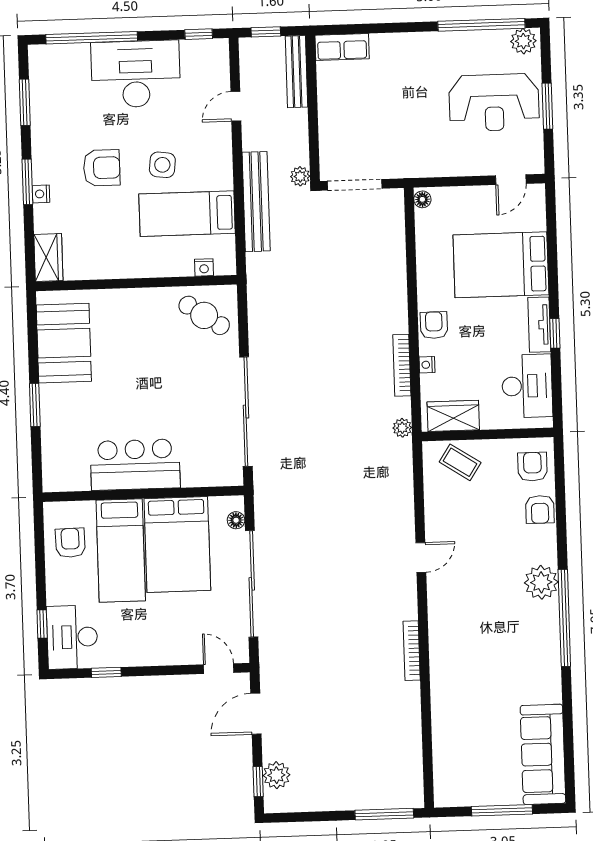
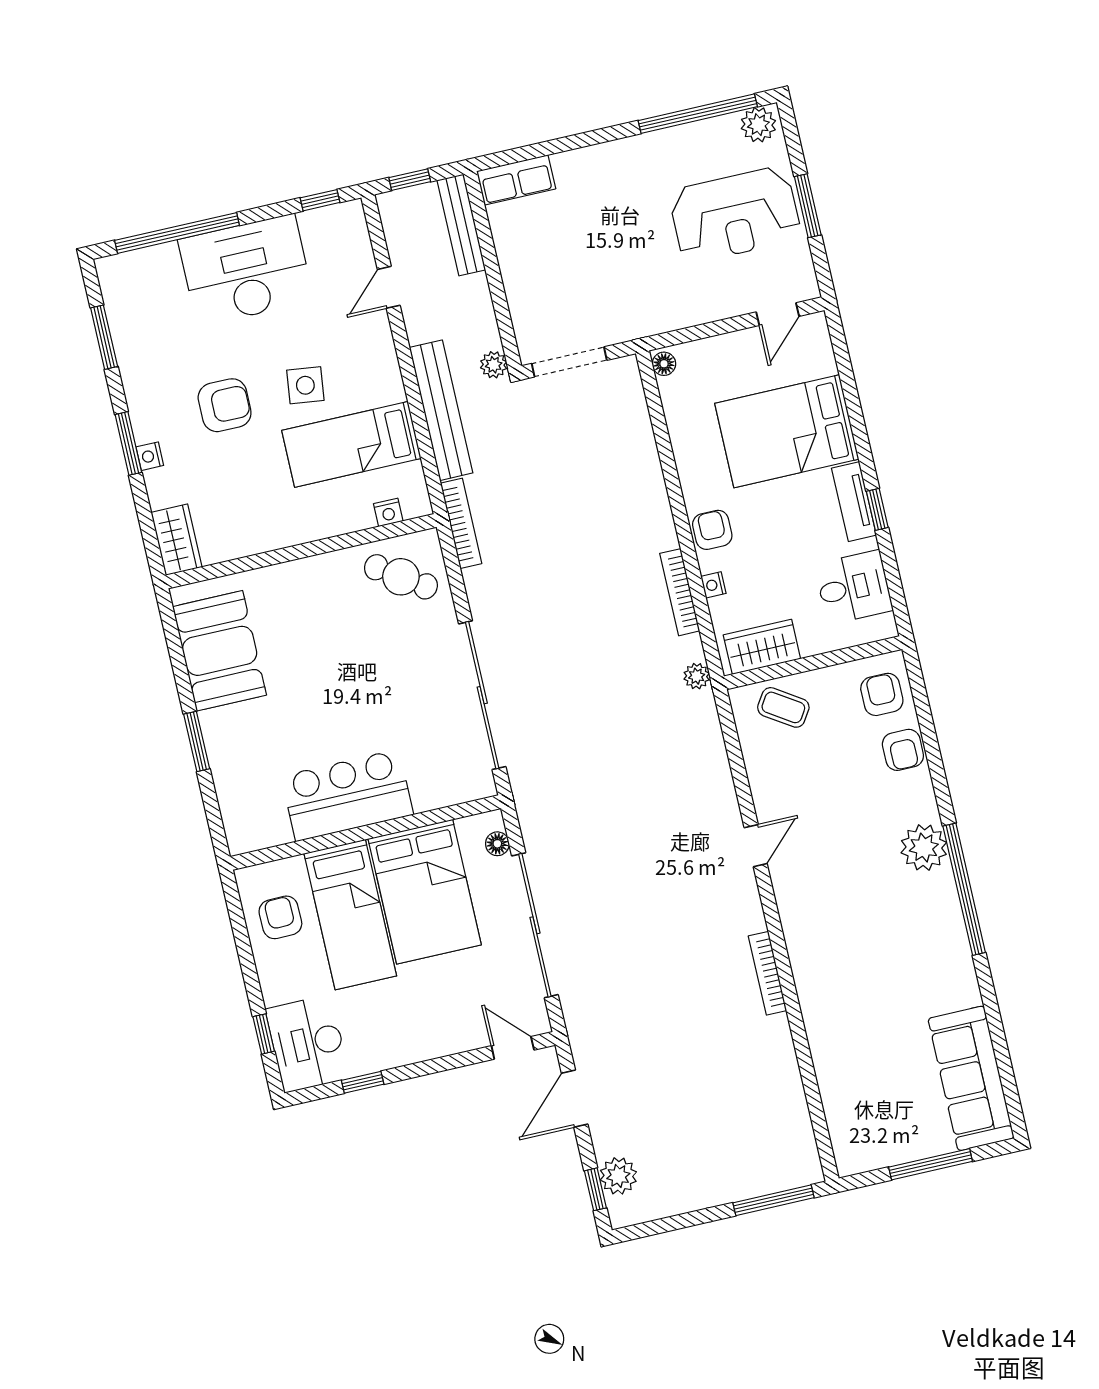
bookcase: (255, 285) -> (461, 523), added
desk: (527, 386) -> (854, 587), width x0.73

